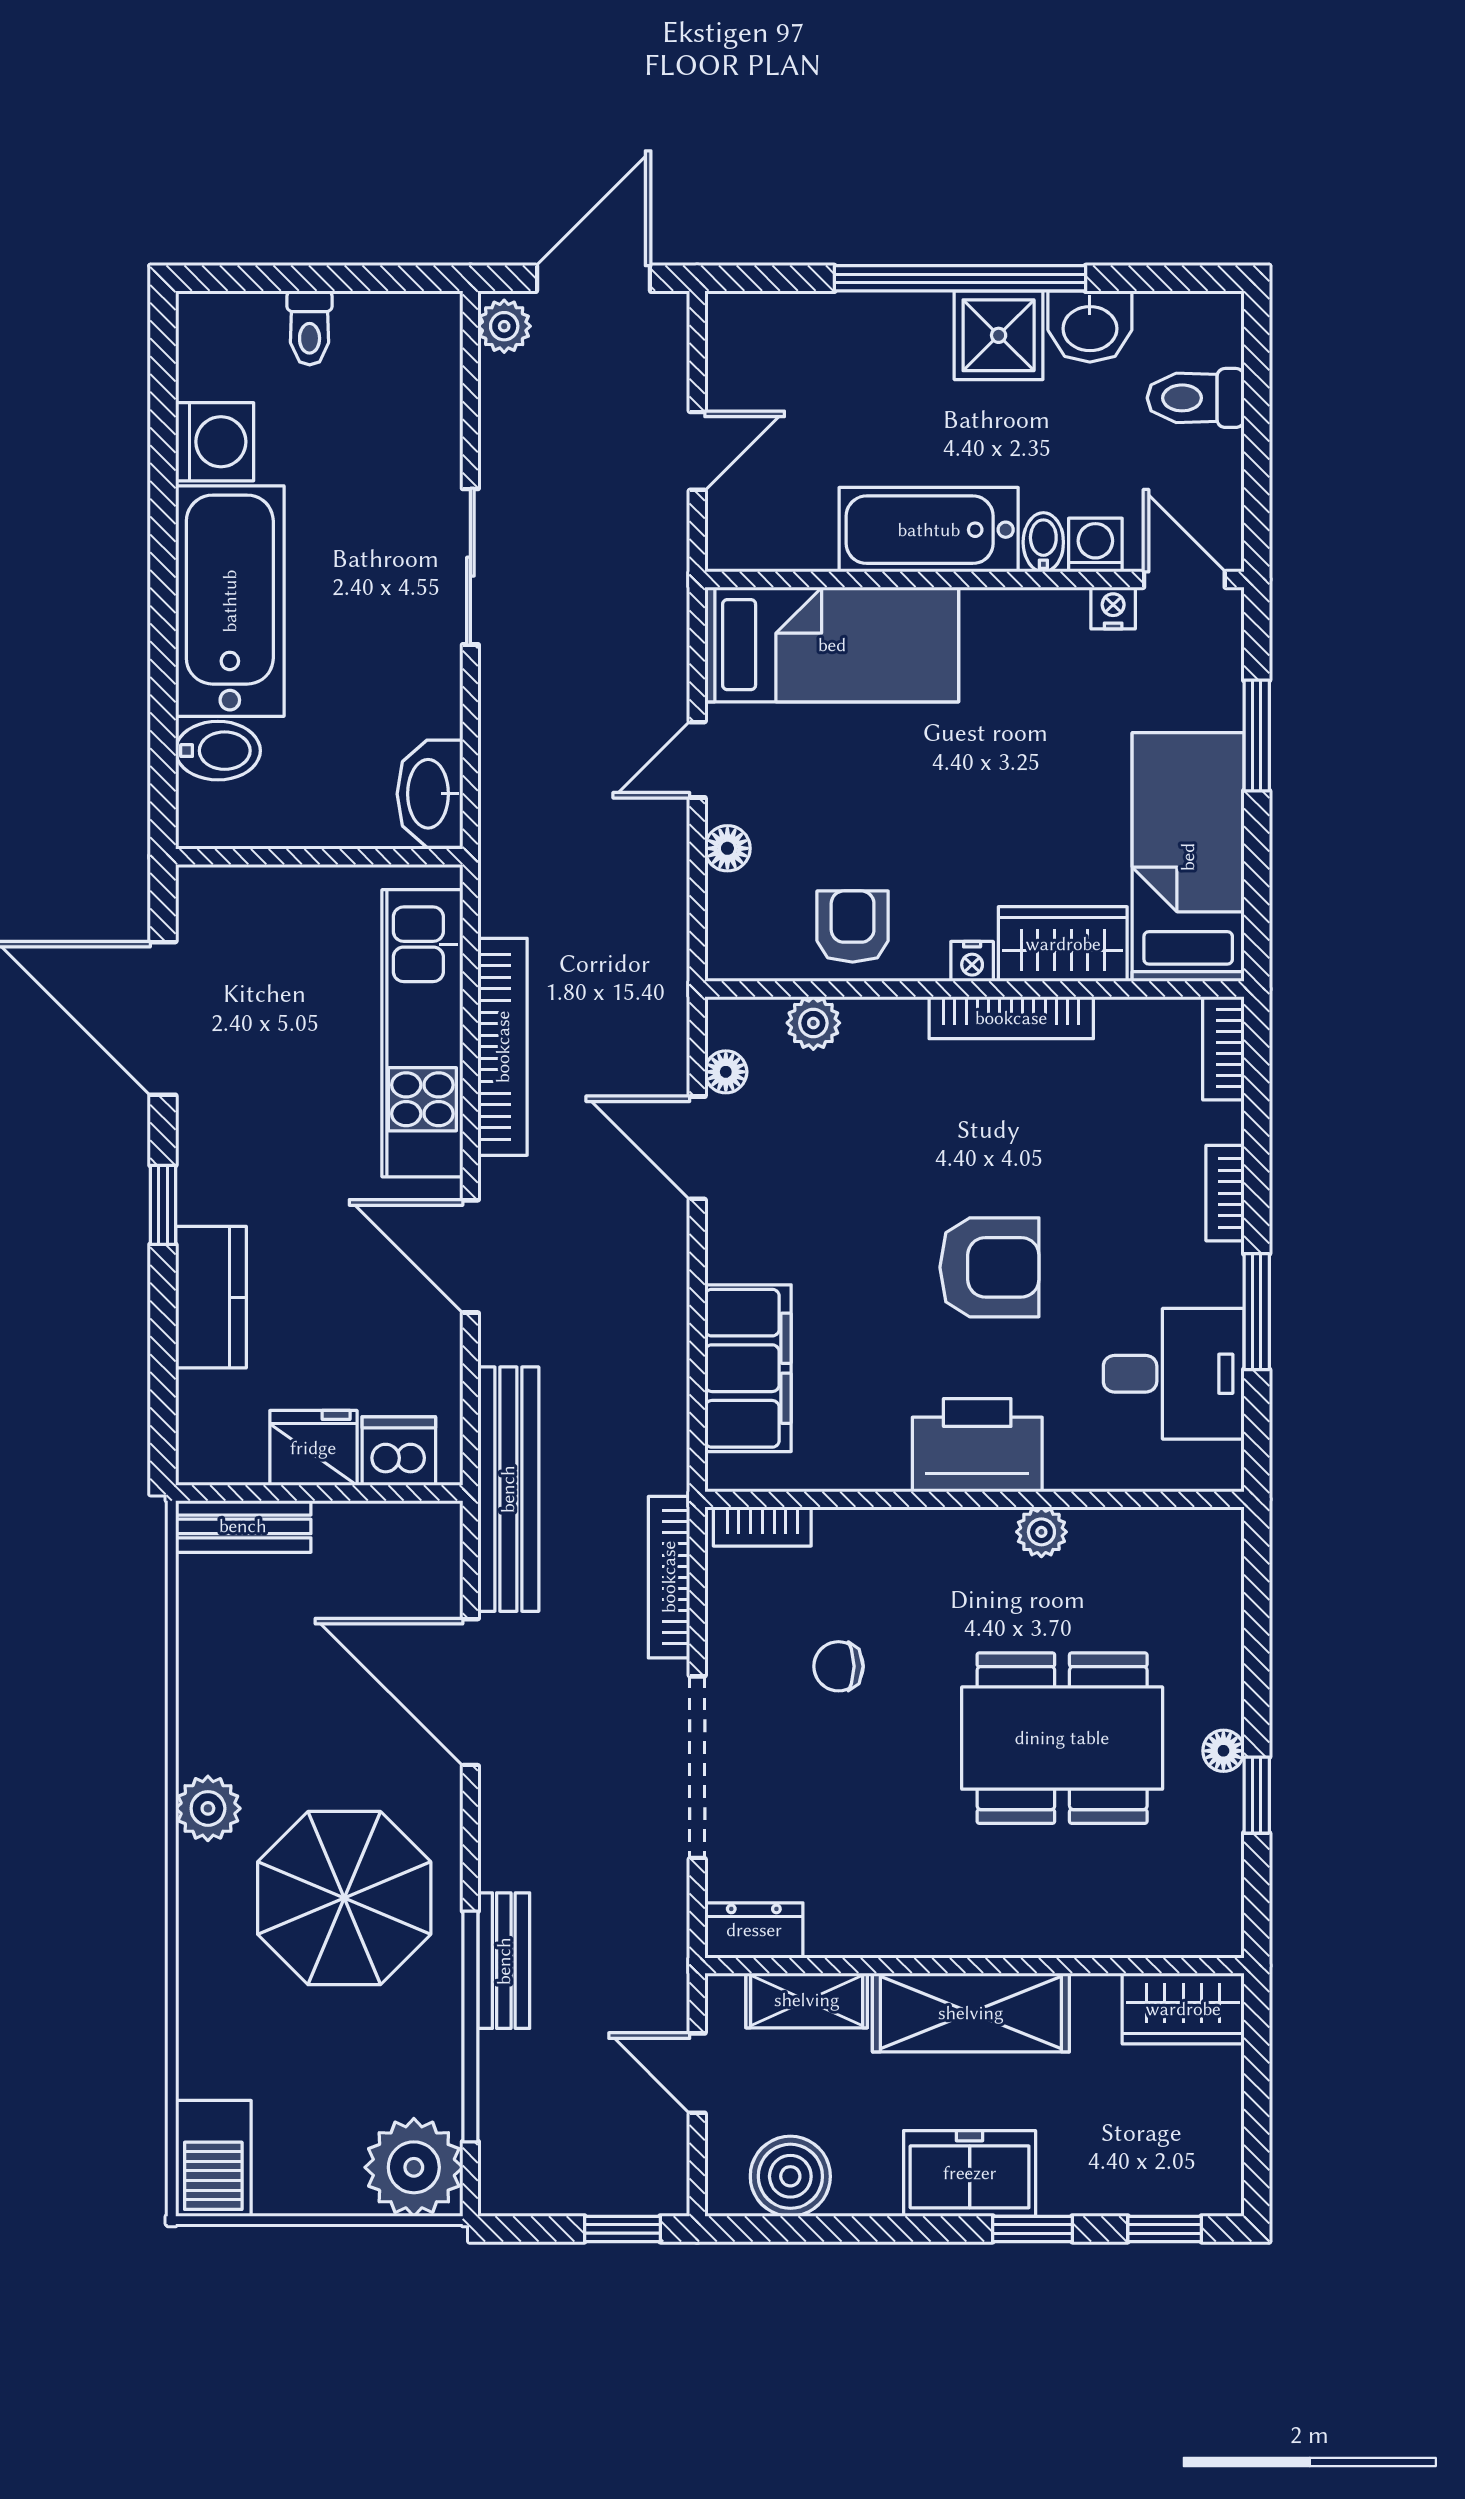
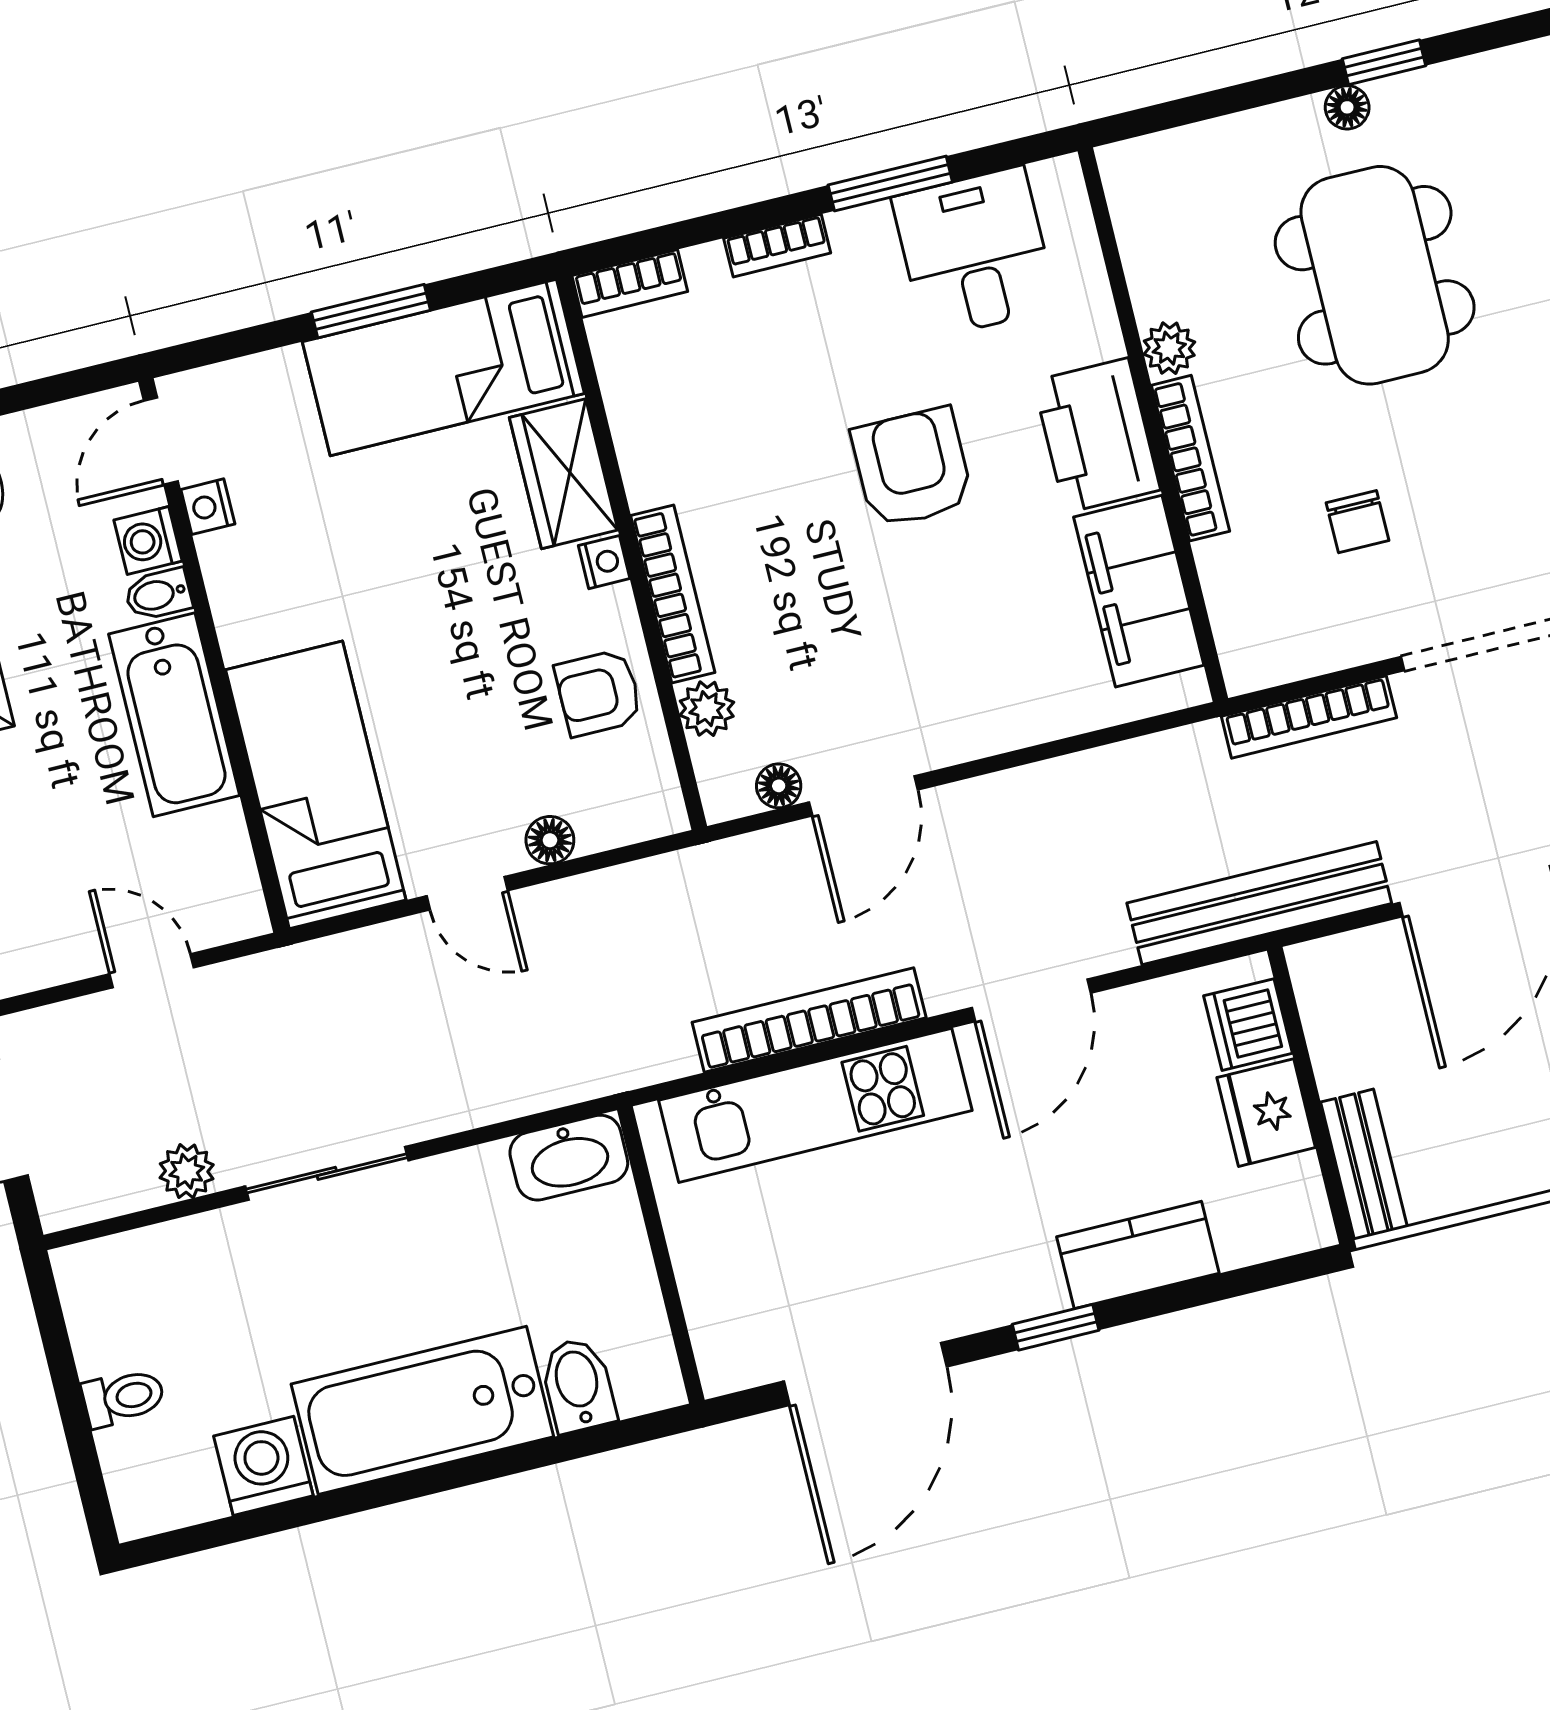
plant: (504, 326) -> (187, 1171), moved
window: (1257, 735) -> (371, 311), moved
bookcase: (1011, 1018) -> (673, 594), moved
filing cabinet: (748, 1368) -> (1139, 591), moved, turned -90
bookcase: (762, 1526) -> (1190, 458), moved, width x1.56

